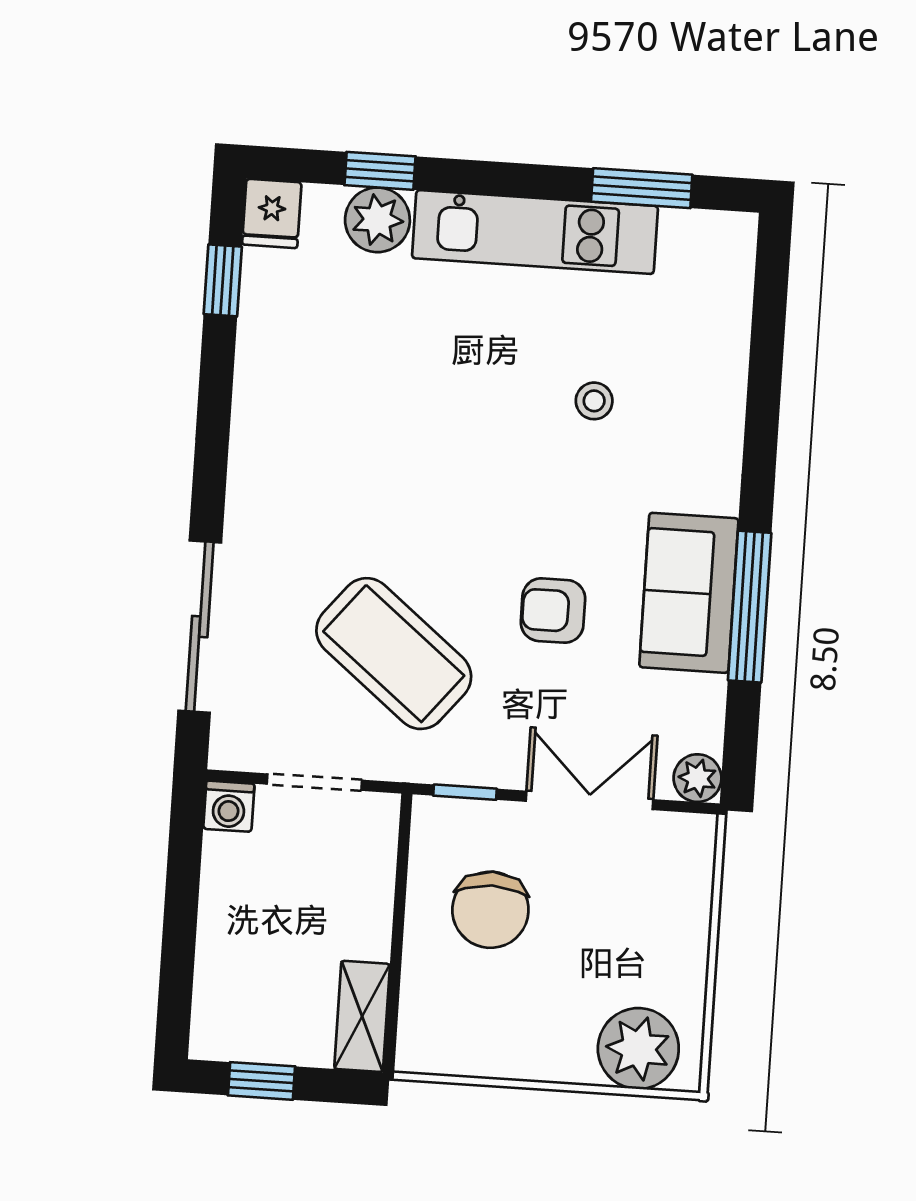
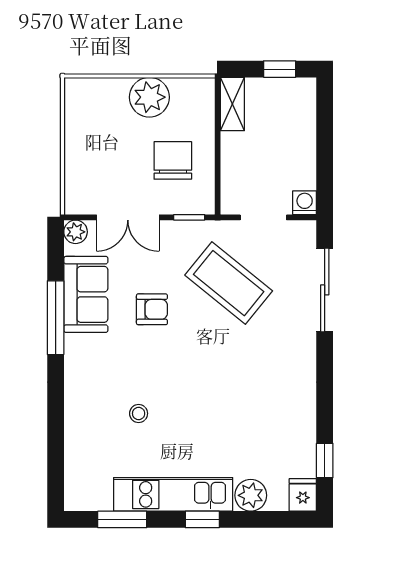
window: (380, 171) -> (202, 519), moved
sofa: (689, 593) -> (86, 294), moved
plant: (638, 1049) -> (149, 97), moved

